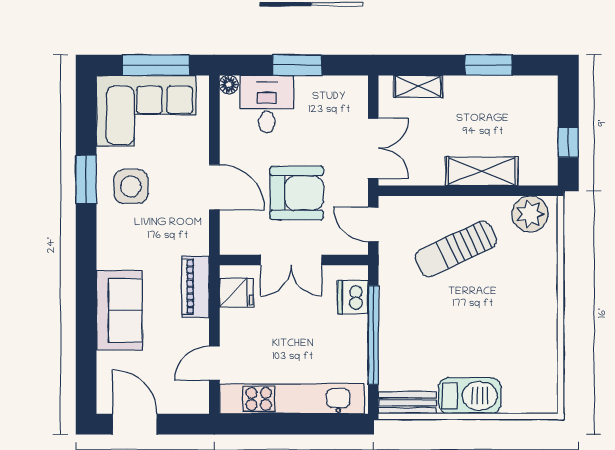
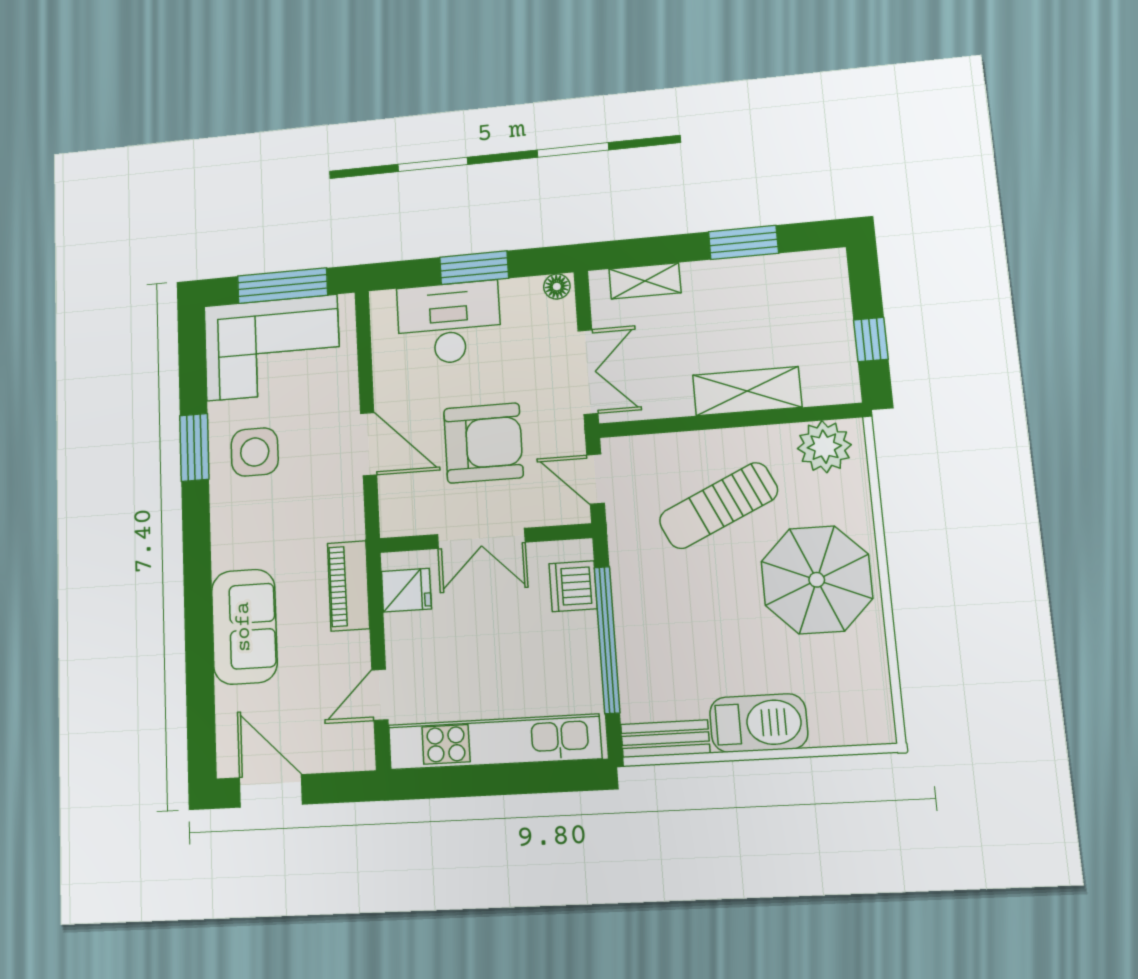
floor lamp: (229, 85) -> (557, 286), moved
desk: (267, 104) -> (449, 323), width x1.37
parasol: (516, 304) -> (817, 580), added

